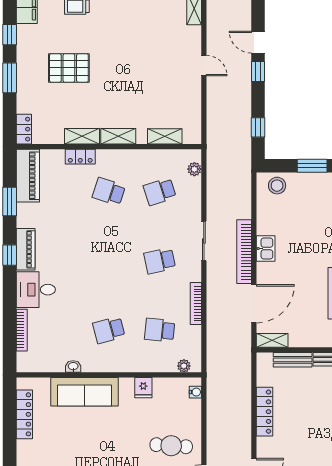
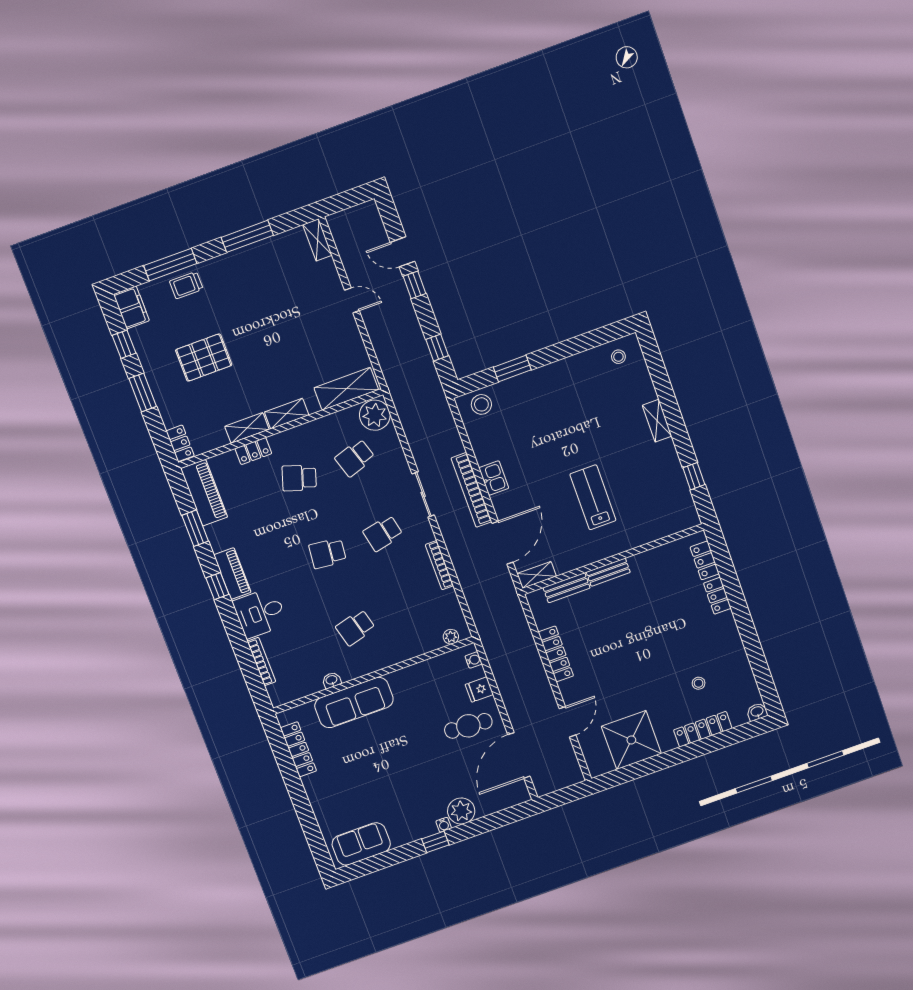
shelving: (165, 136) -> (346, 389), width x1.50, depth x1.33
plant: (194, 169) -> (375, 415), width x1.88, depth x1.88
school desk: (160, 330) -> (327, 553), moved
fridge: (143, 388) -> (479, 689), moved, turned 90

